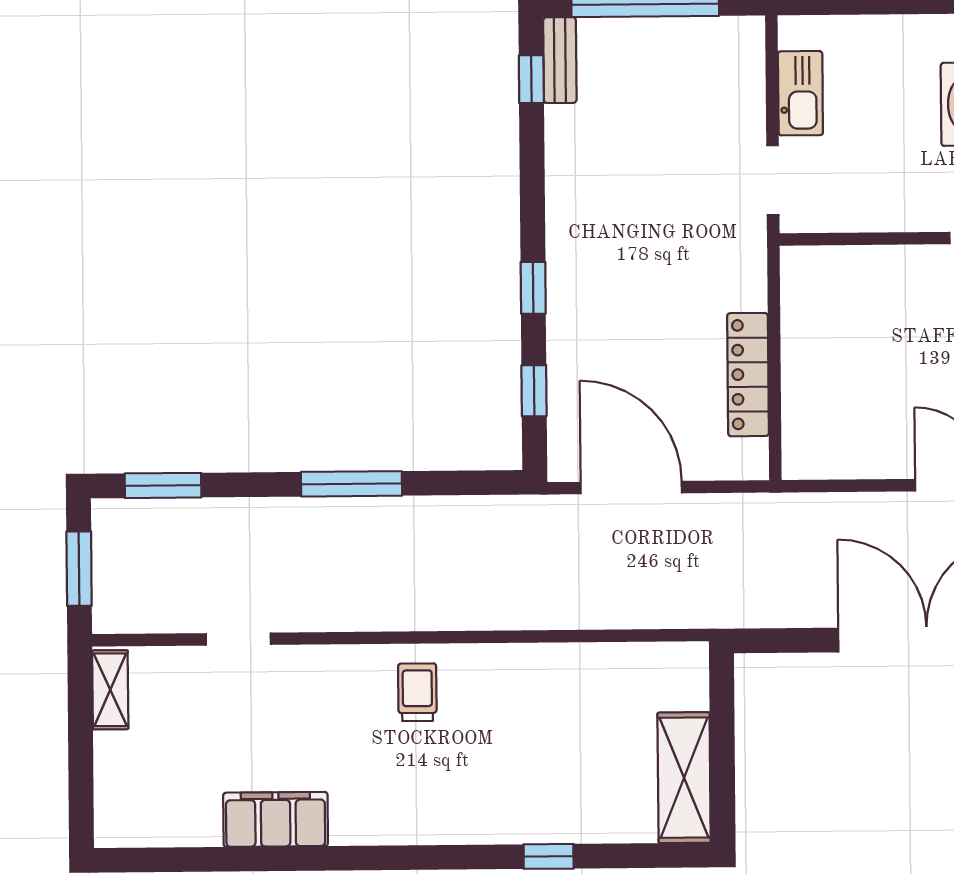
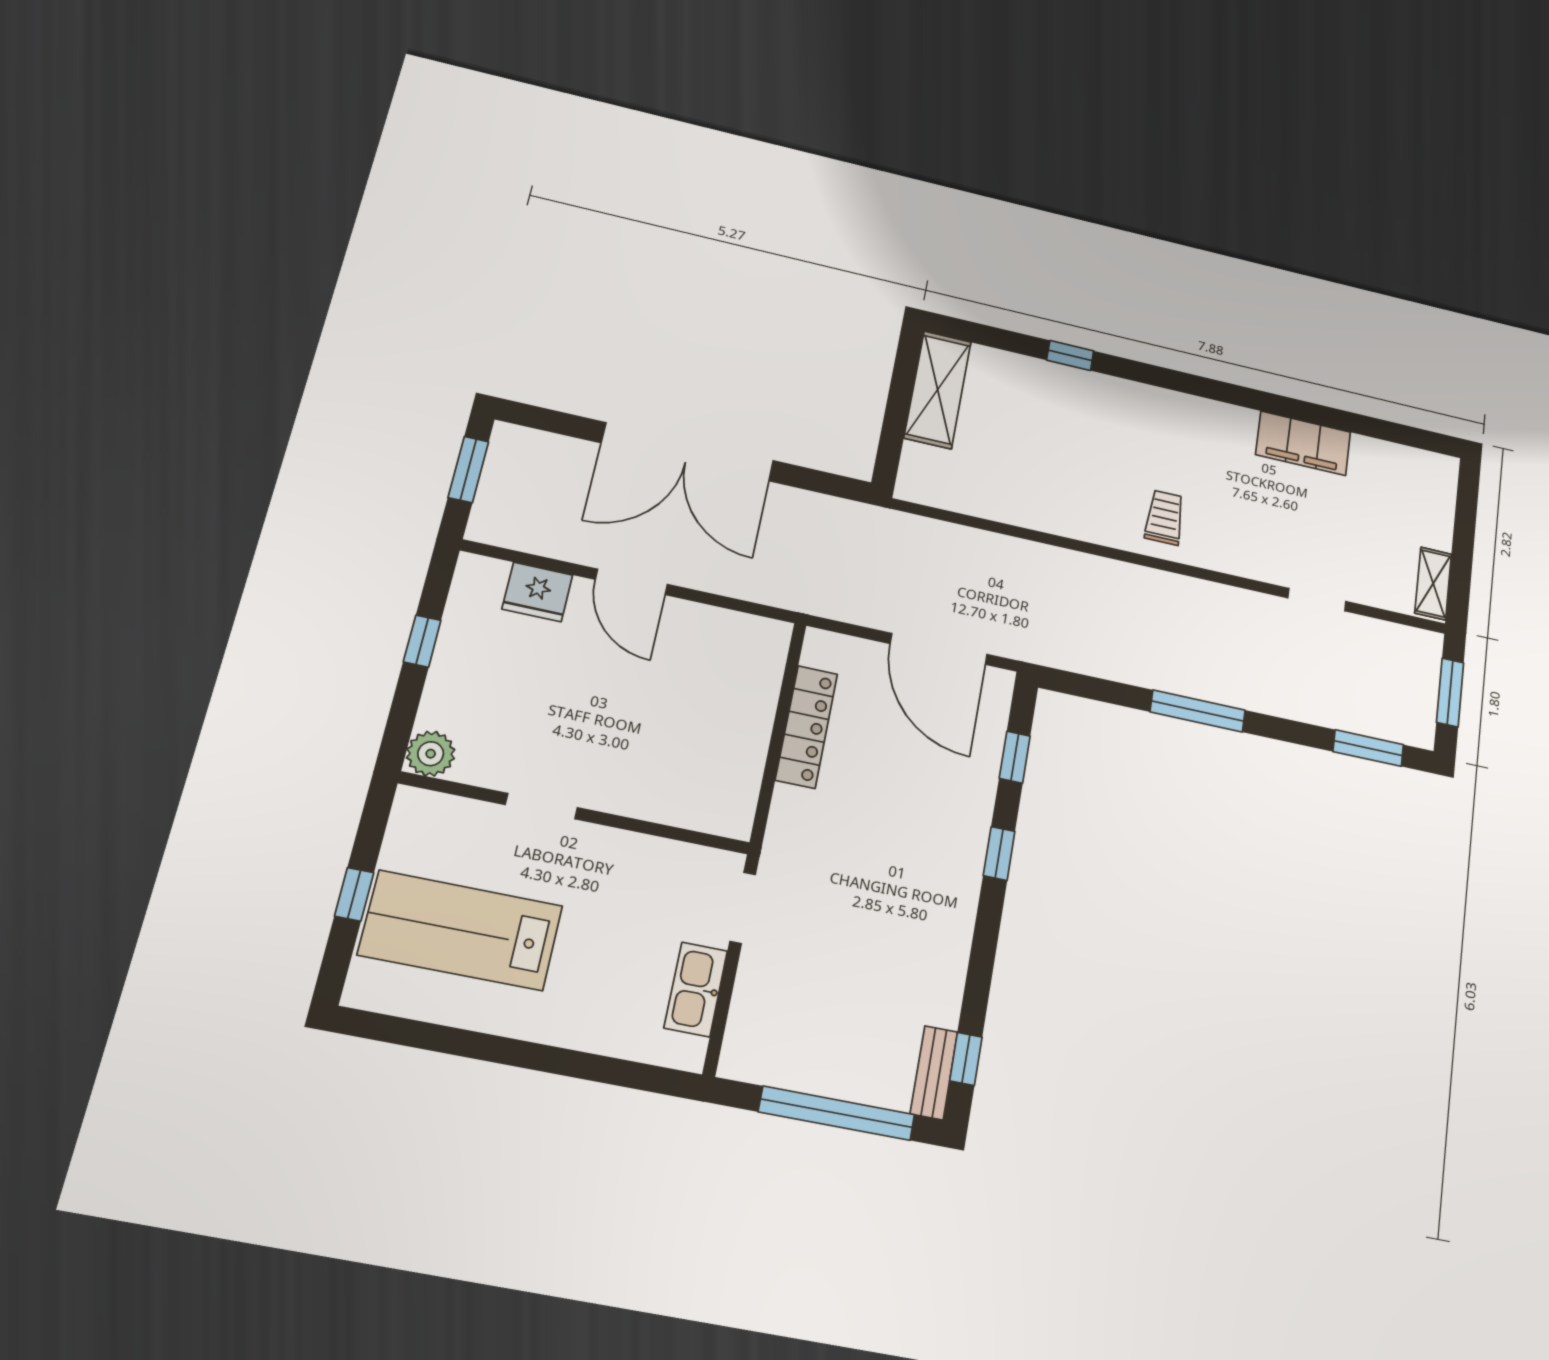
trolley: (417, 692) -> (1165, 518), turned 180

